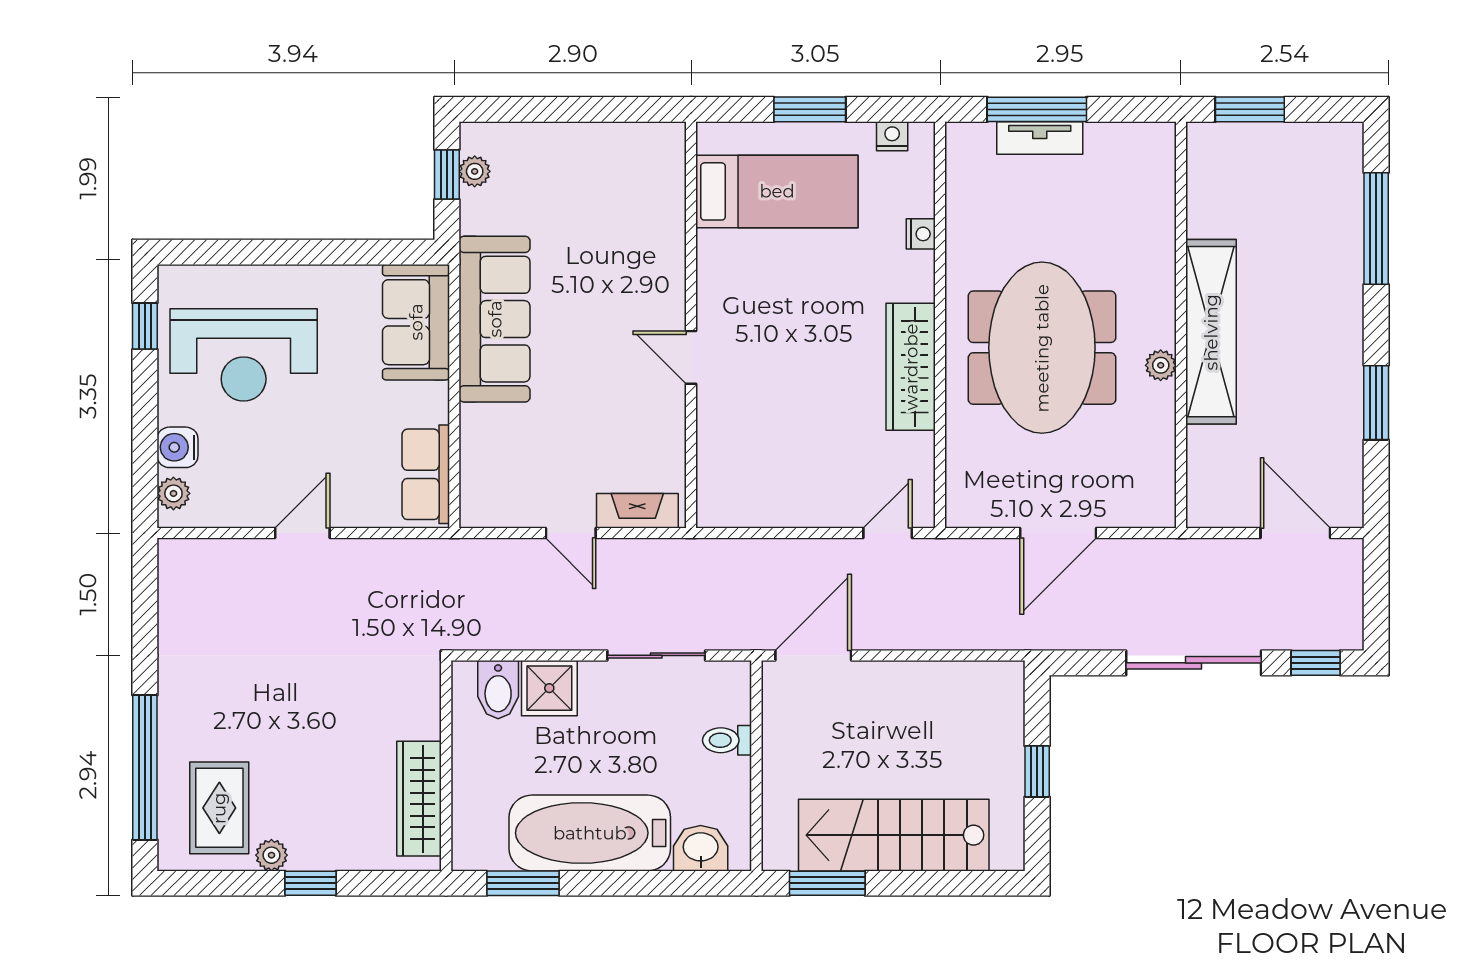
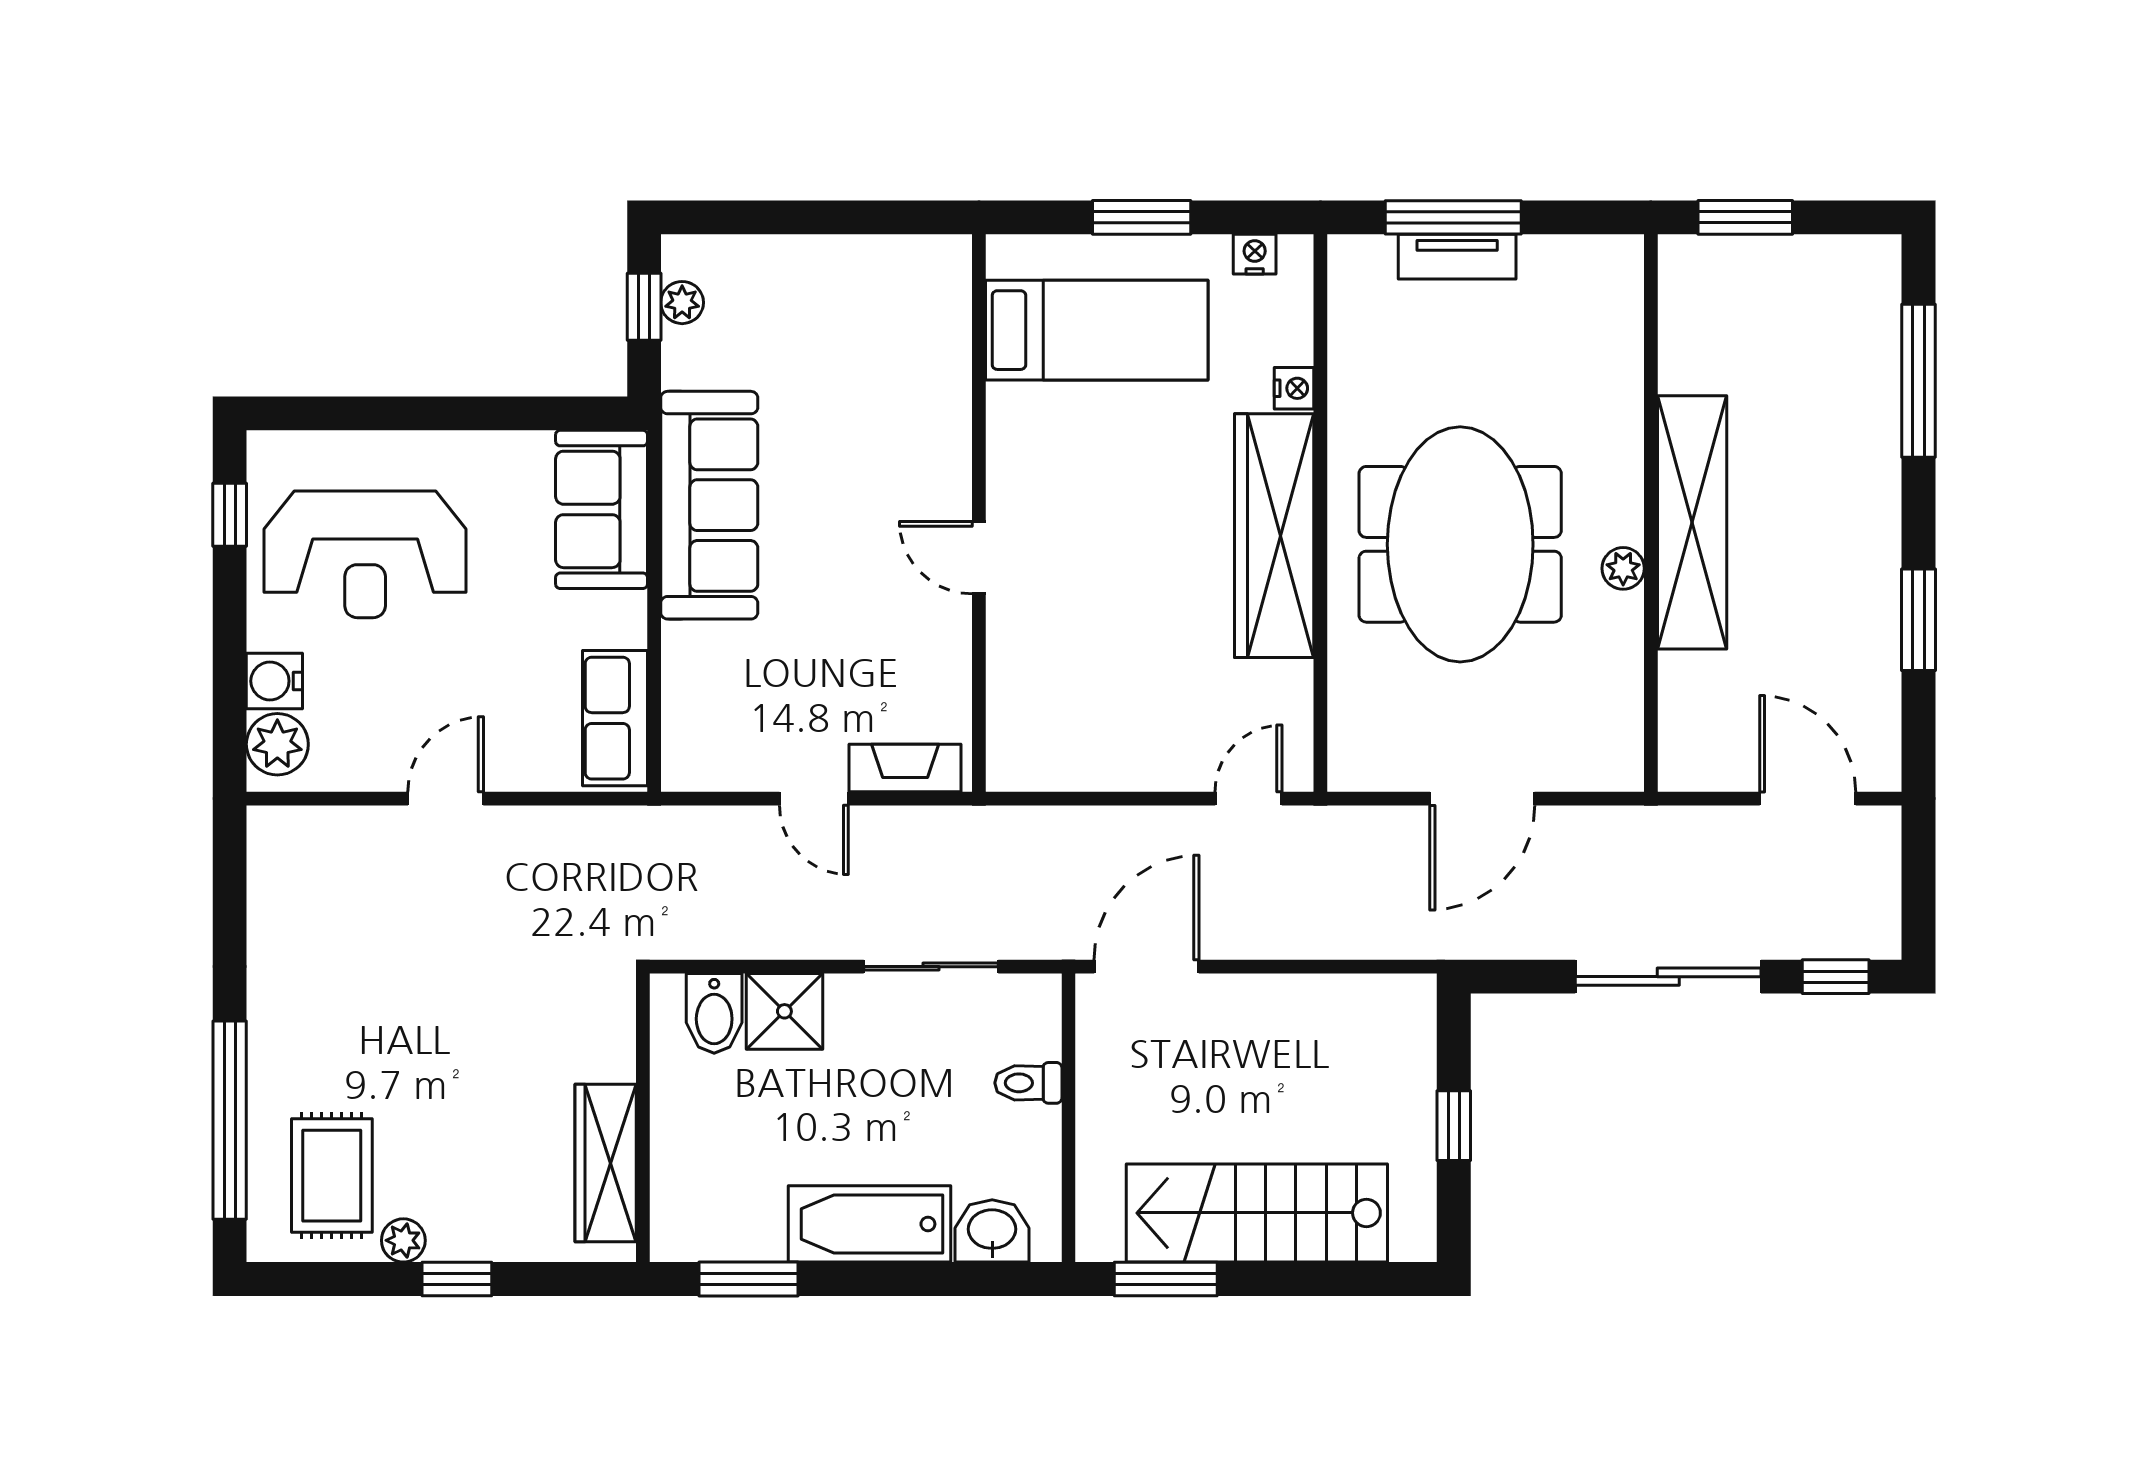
wardrobe: (911, 367) -> (1274, 536), width x1.40, depth x1.17
plant: (173, 493) -> (277, 744), width x1.38, depth x1.38
bathtub: (590, 833) -> (870, 1224), width x0.73, depth x0.73

